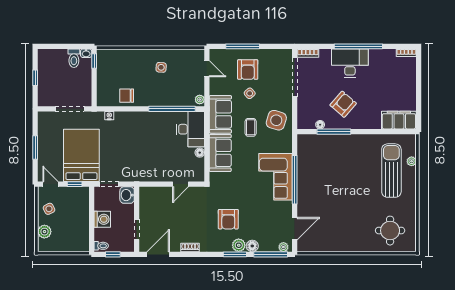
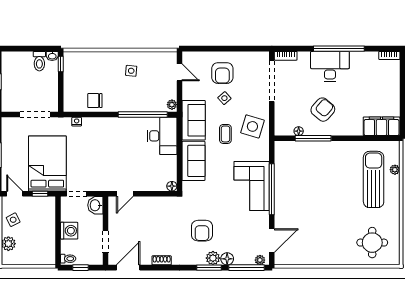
window: (243, 46) -> (217, 49), removed
floor lamp: (200, 153) -> (172, 186), moved
door: (180, 184) -> (125, 194), moved

